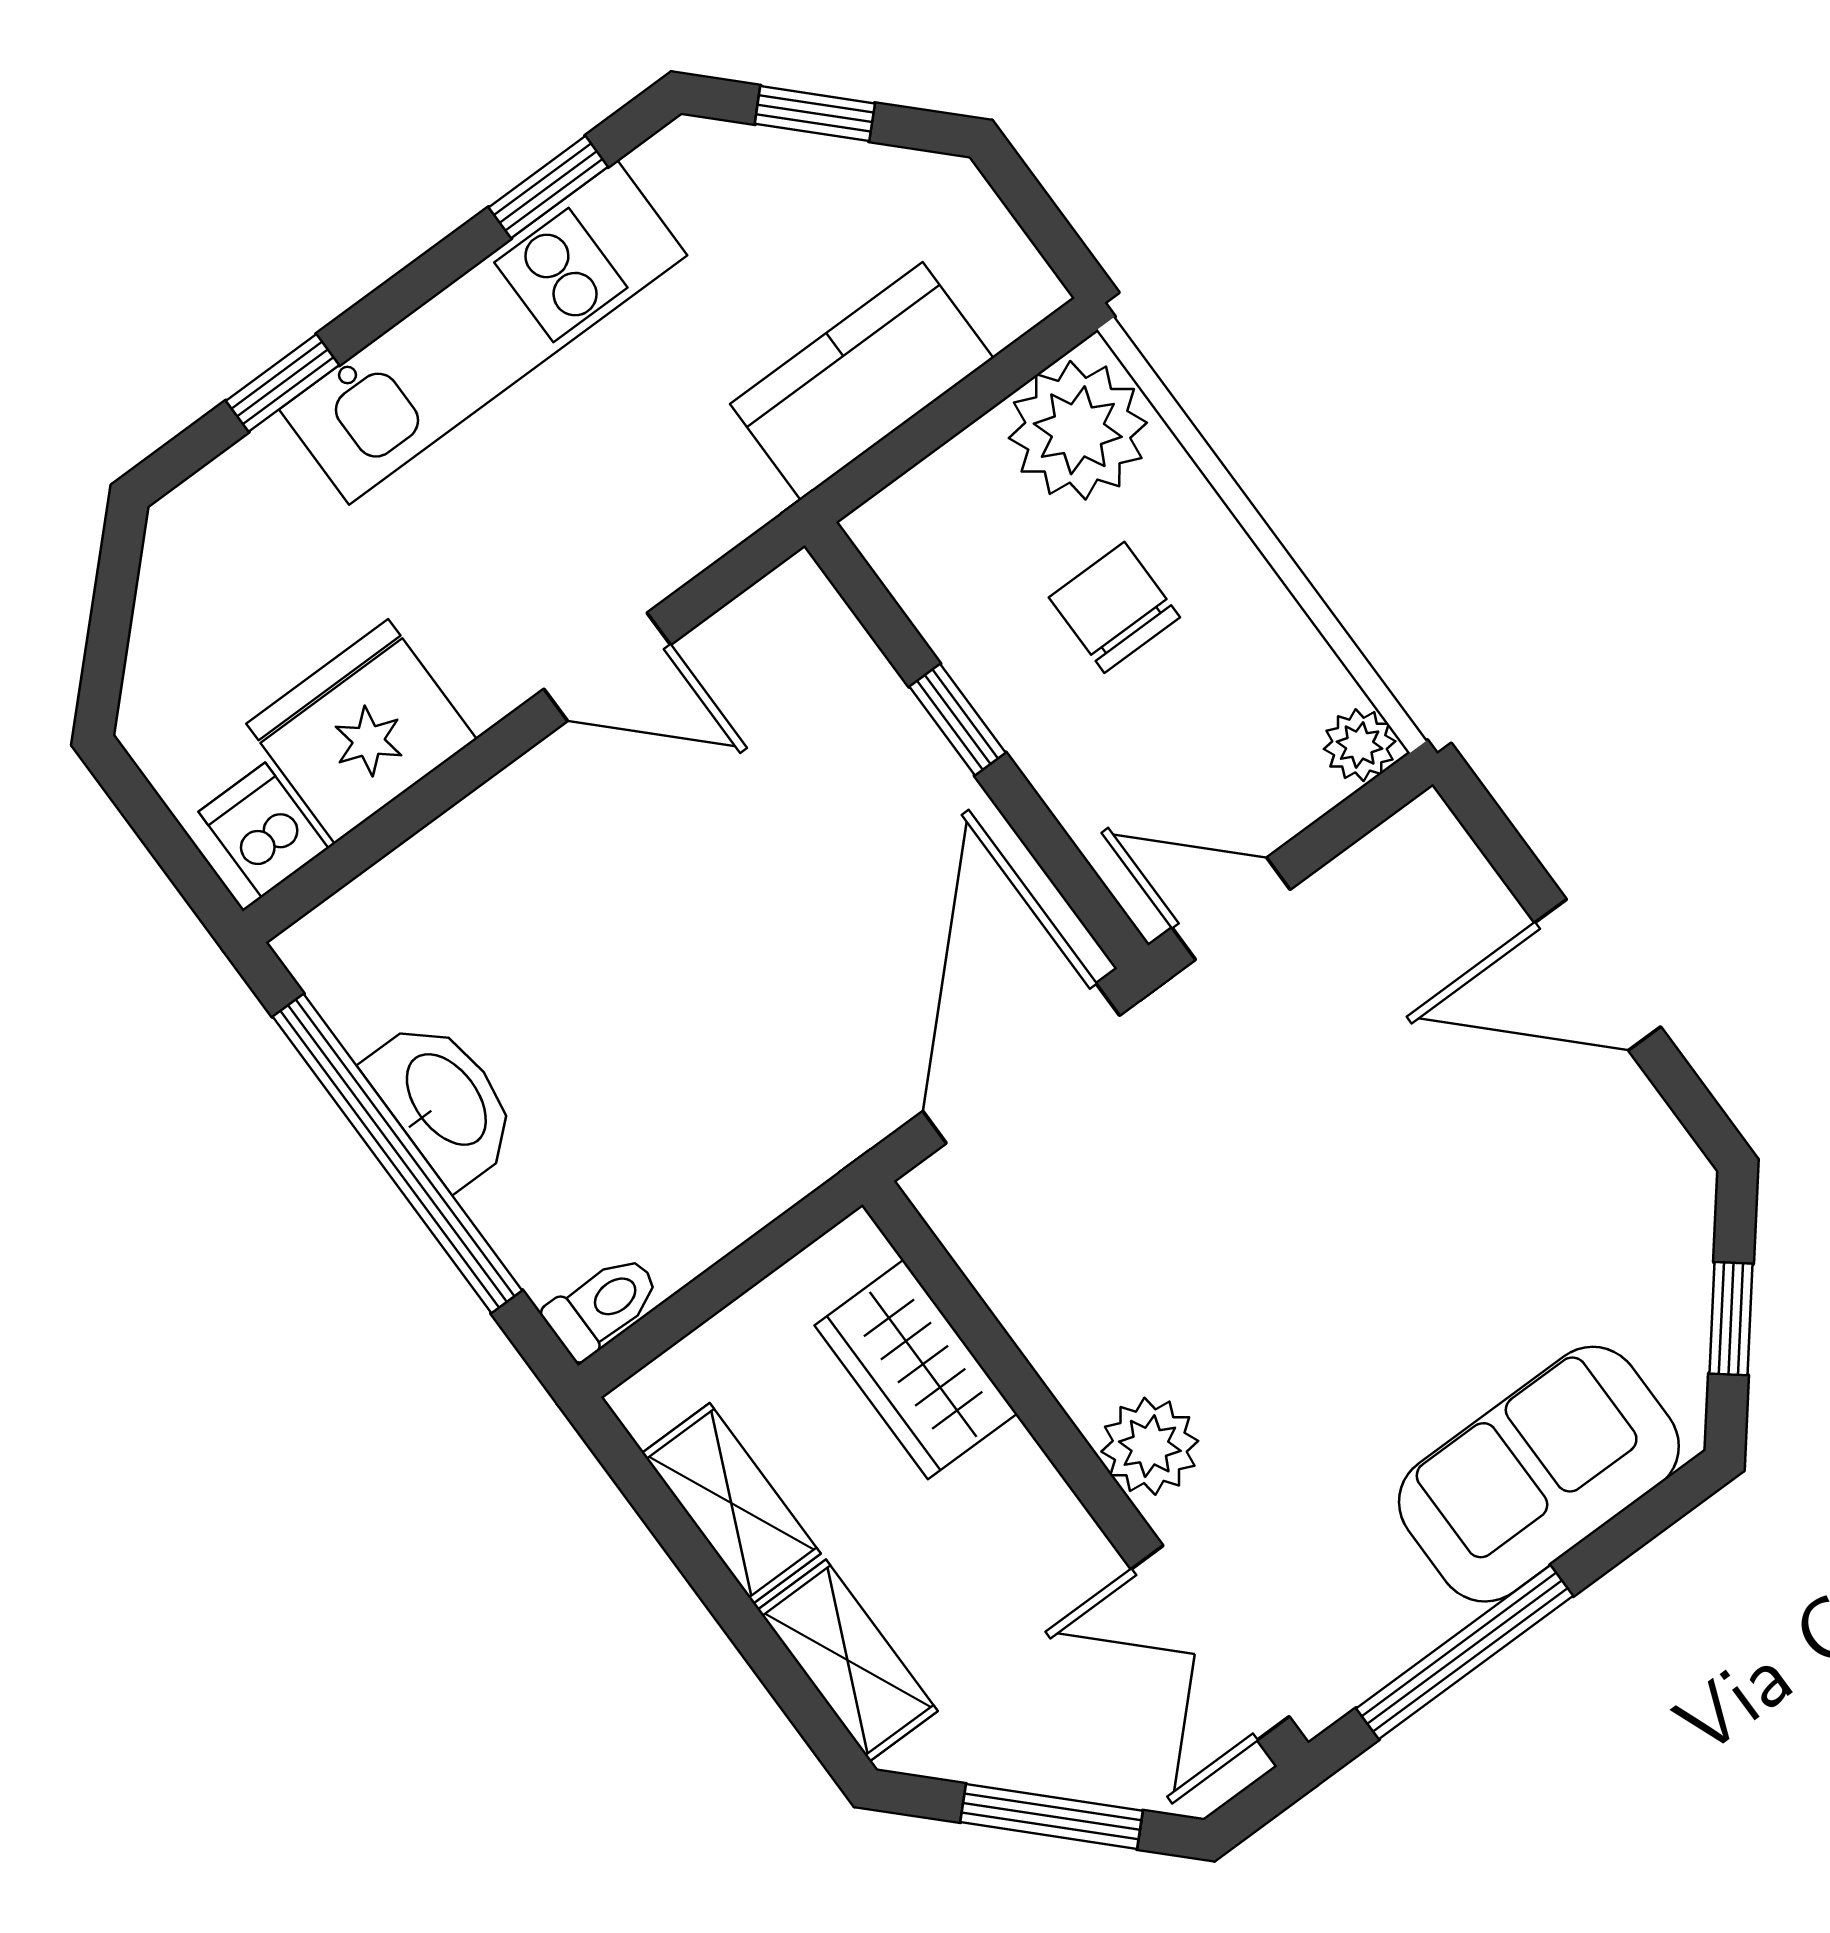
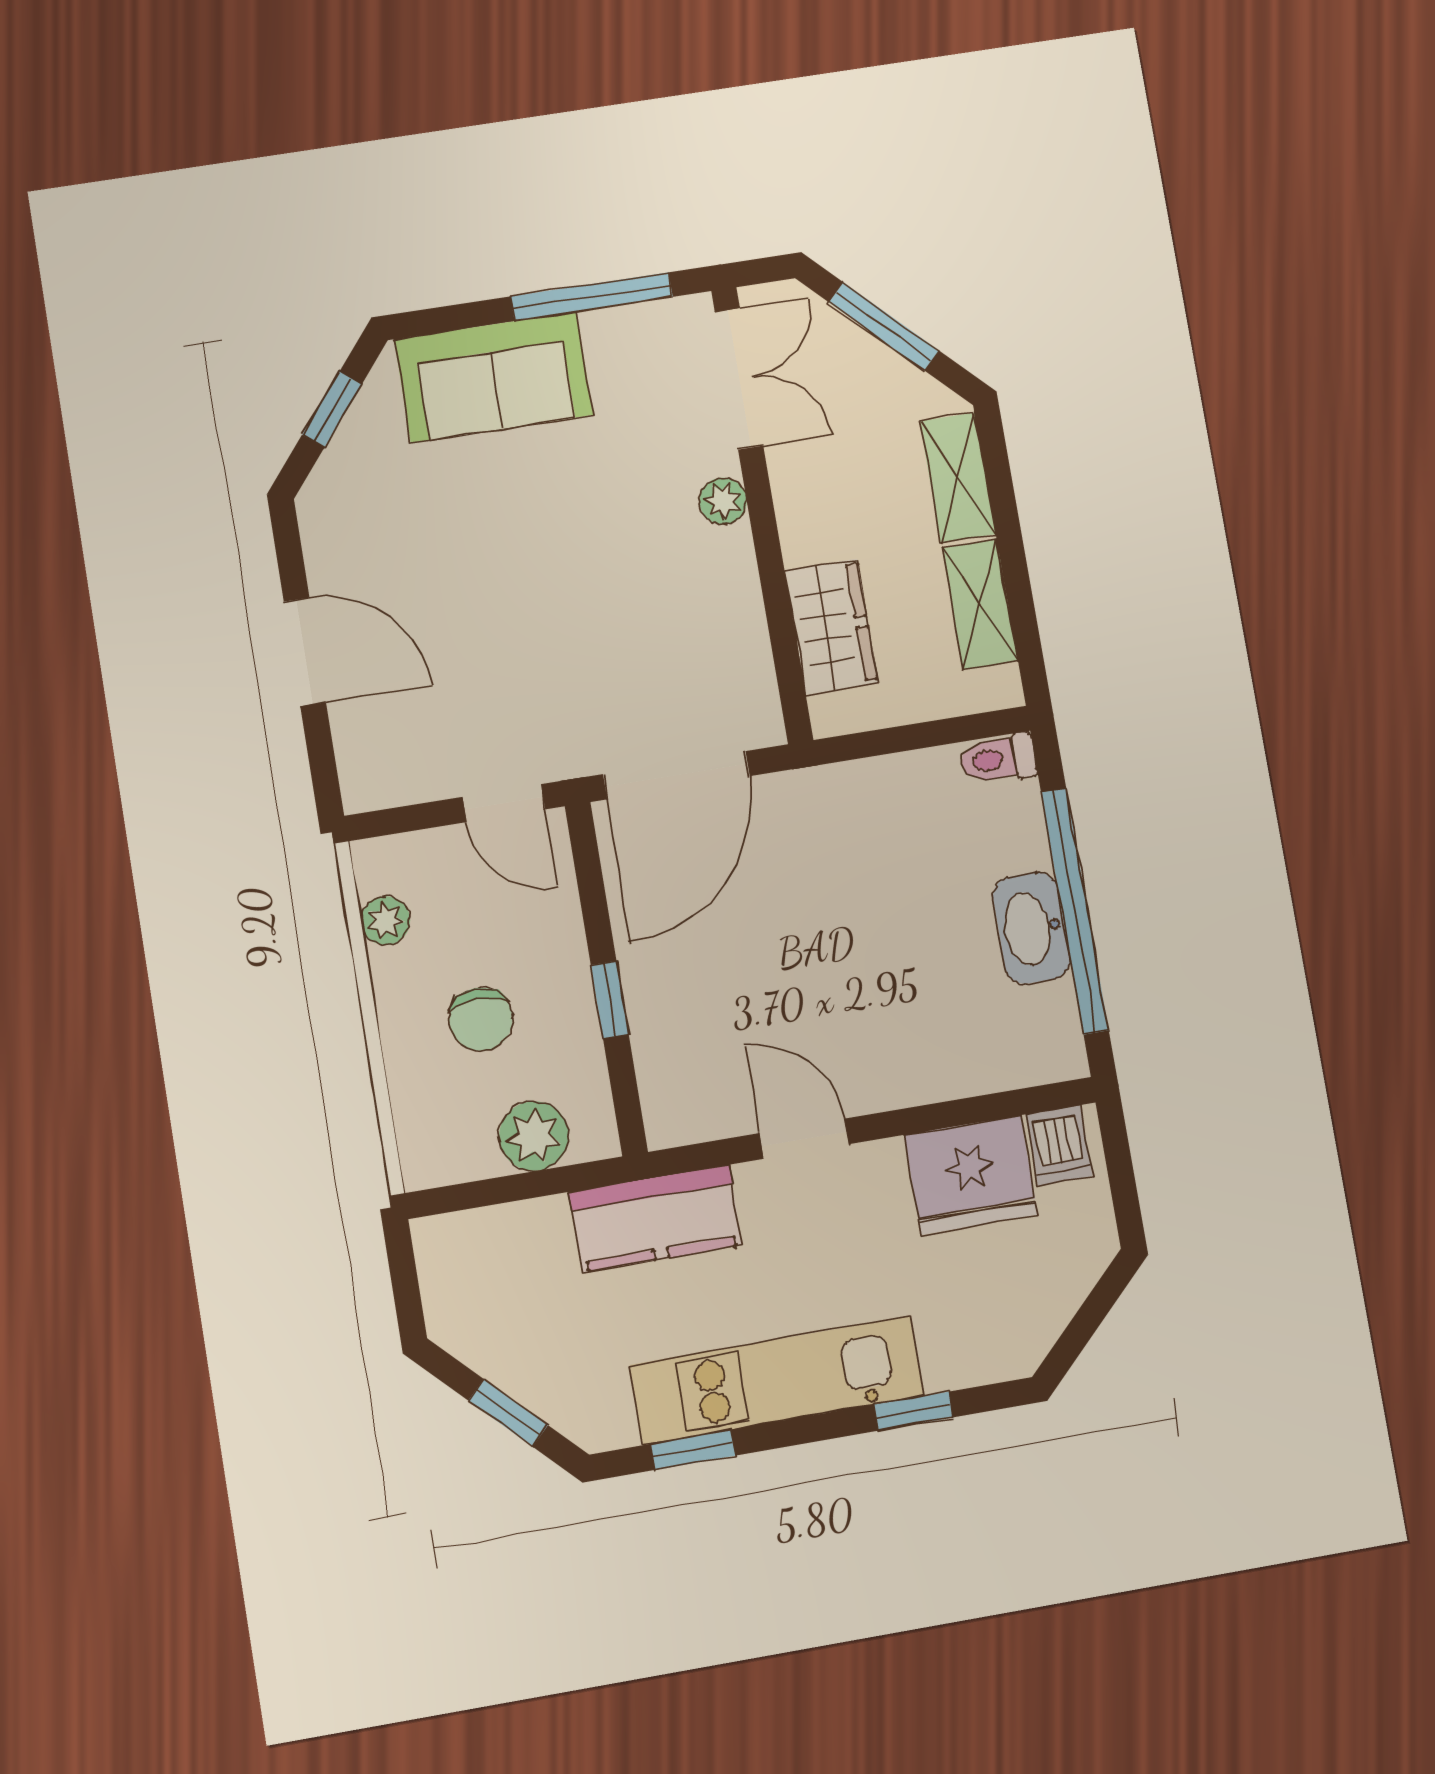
kitchen counter: (862, 381) -> (656, 1218), moved
plant: (1078, 430) -> (534, 1136), moved, width x0.73, depth x0.73
plant: (1360, 745) -> (386, 921), moved
plant: (1150, 1446) -> (723, 501), width x0.73, depth x0.73

